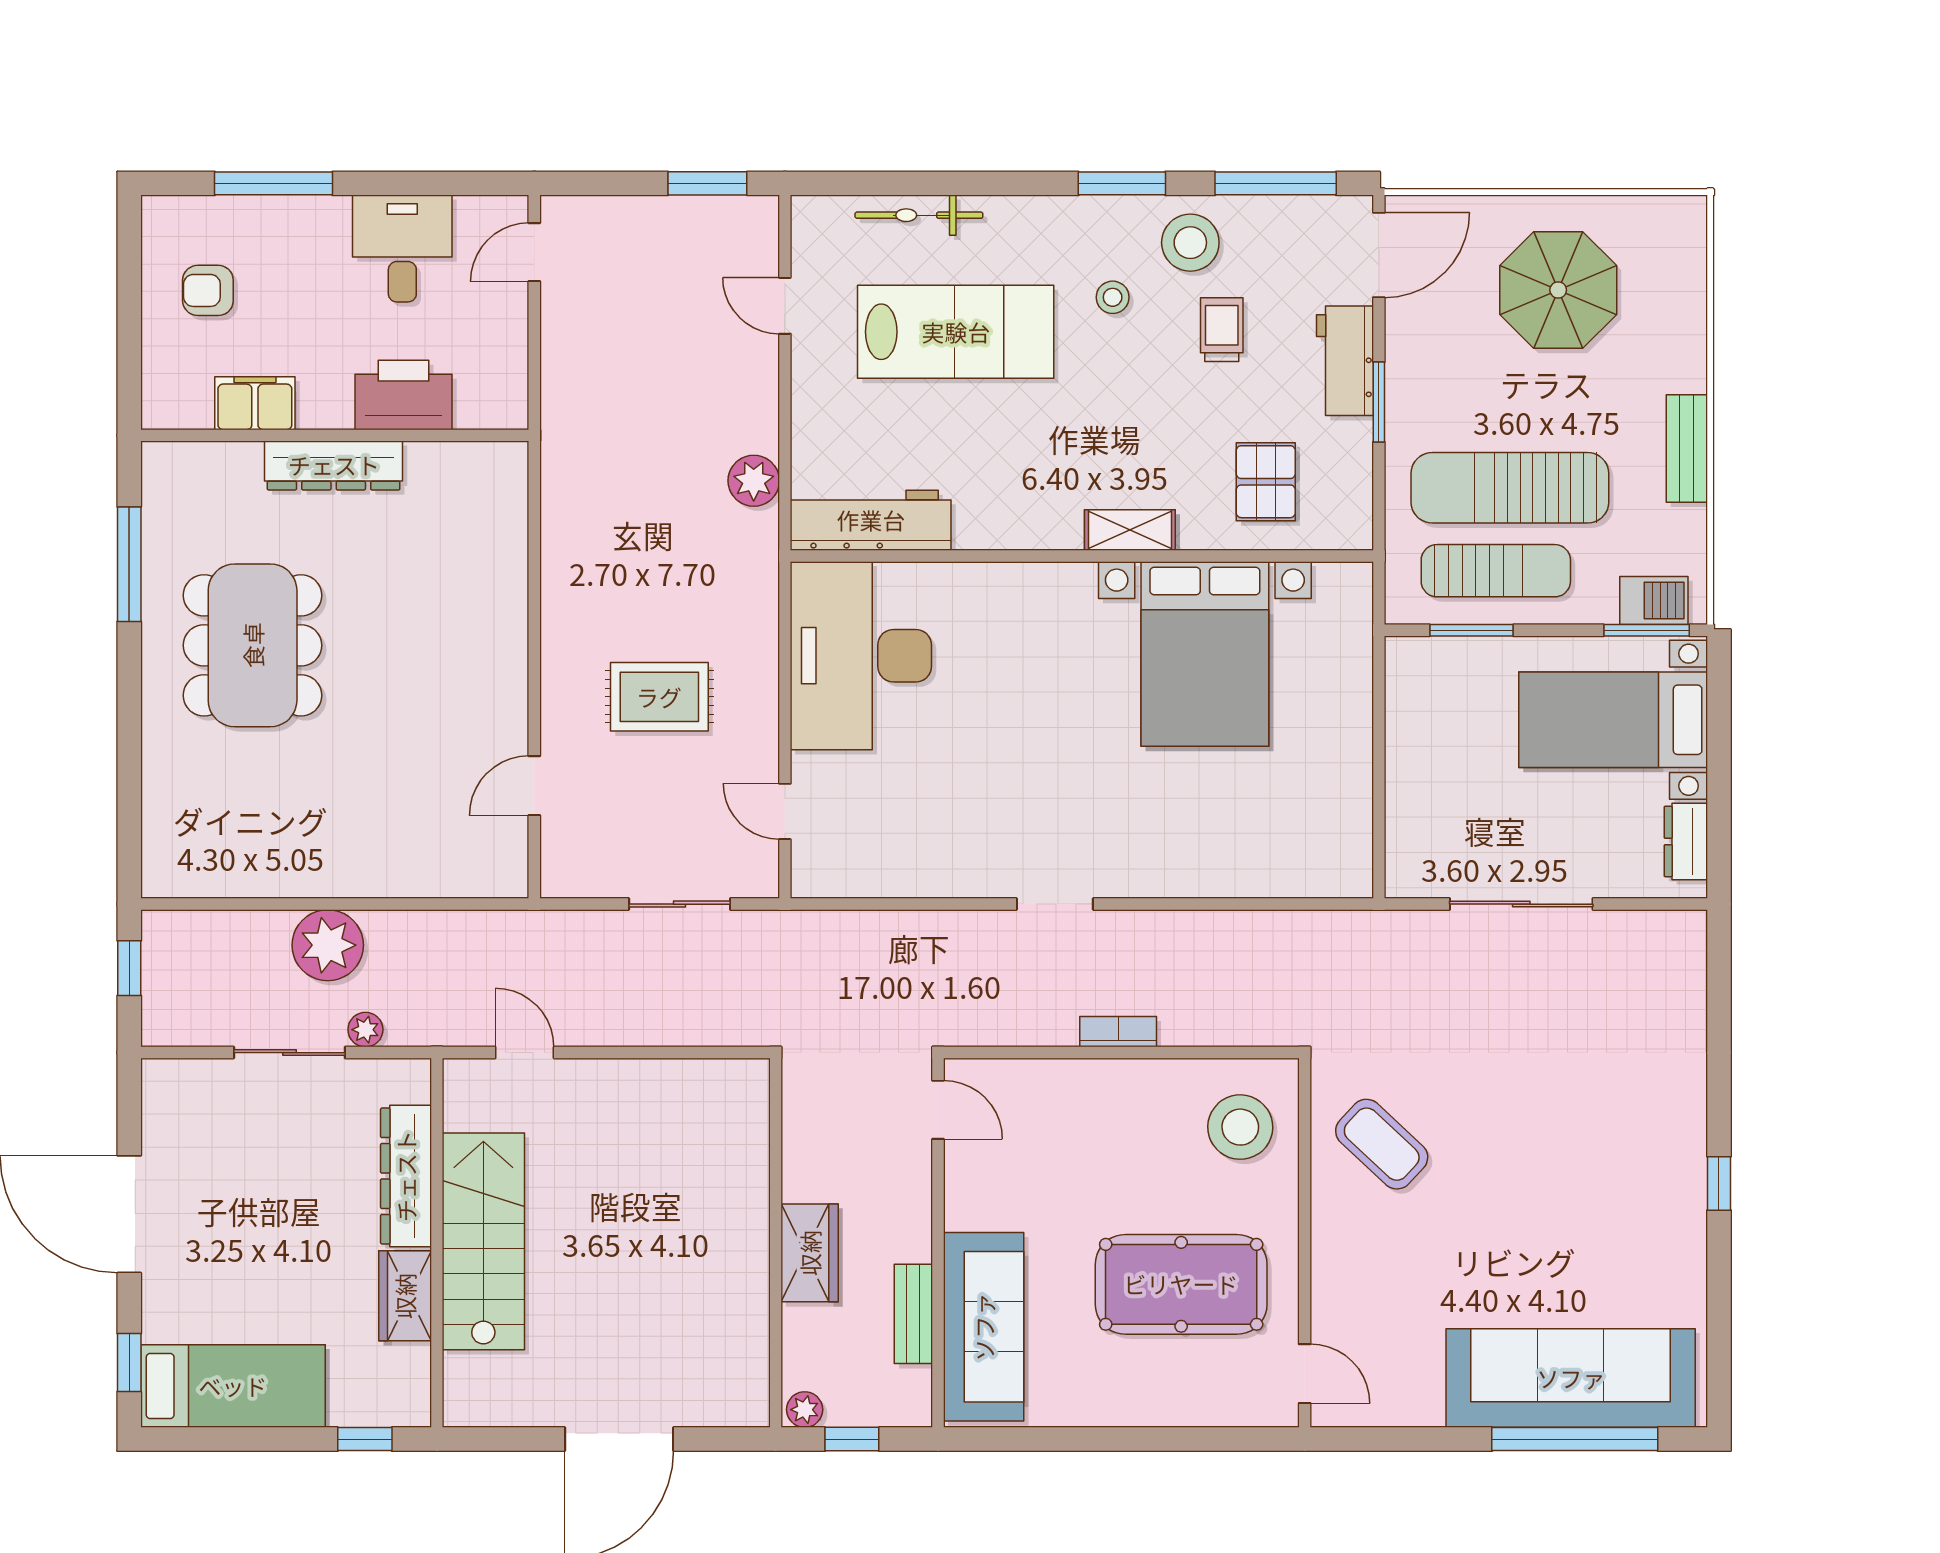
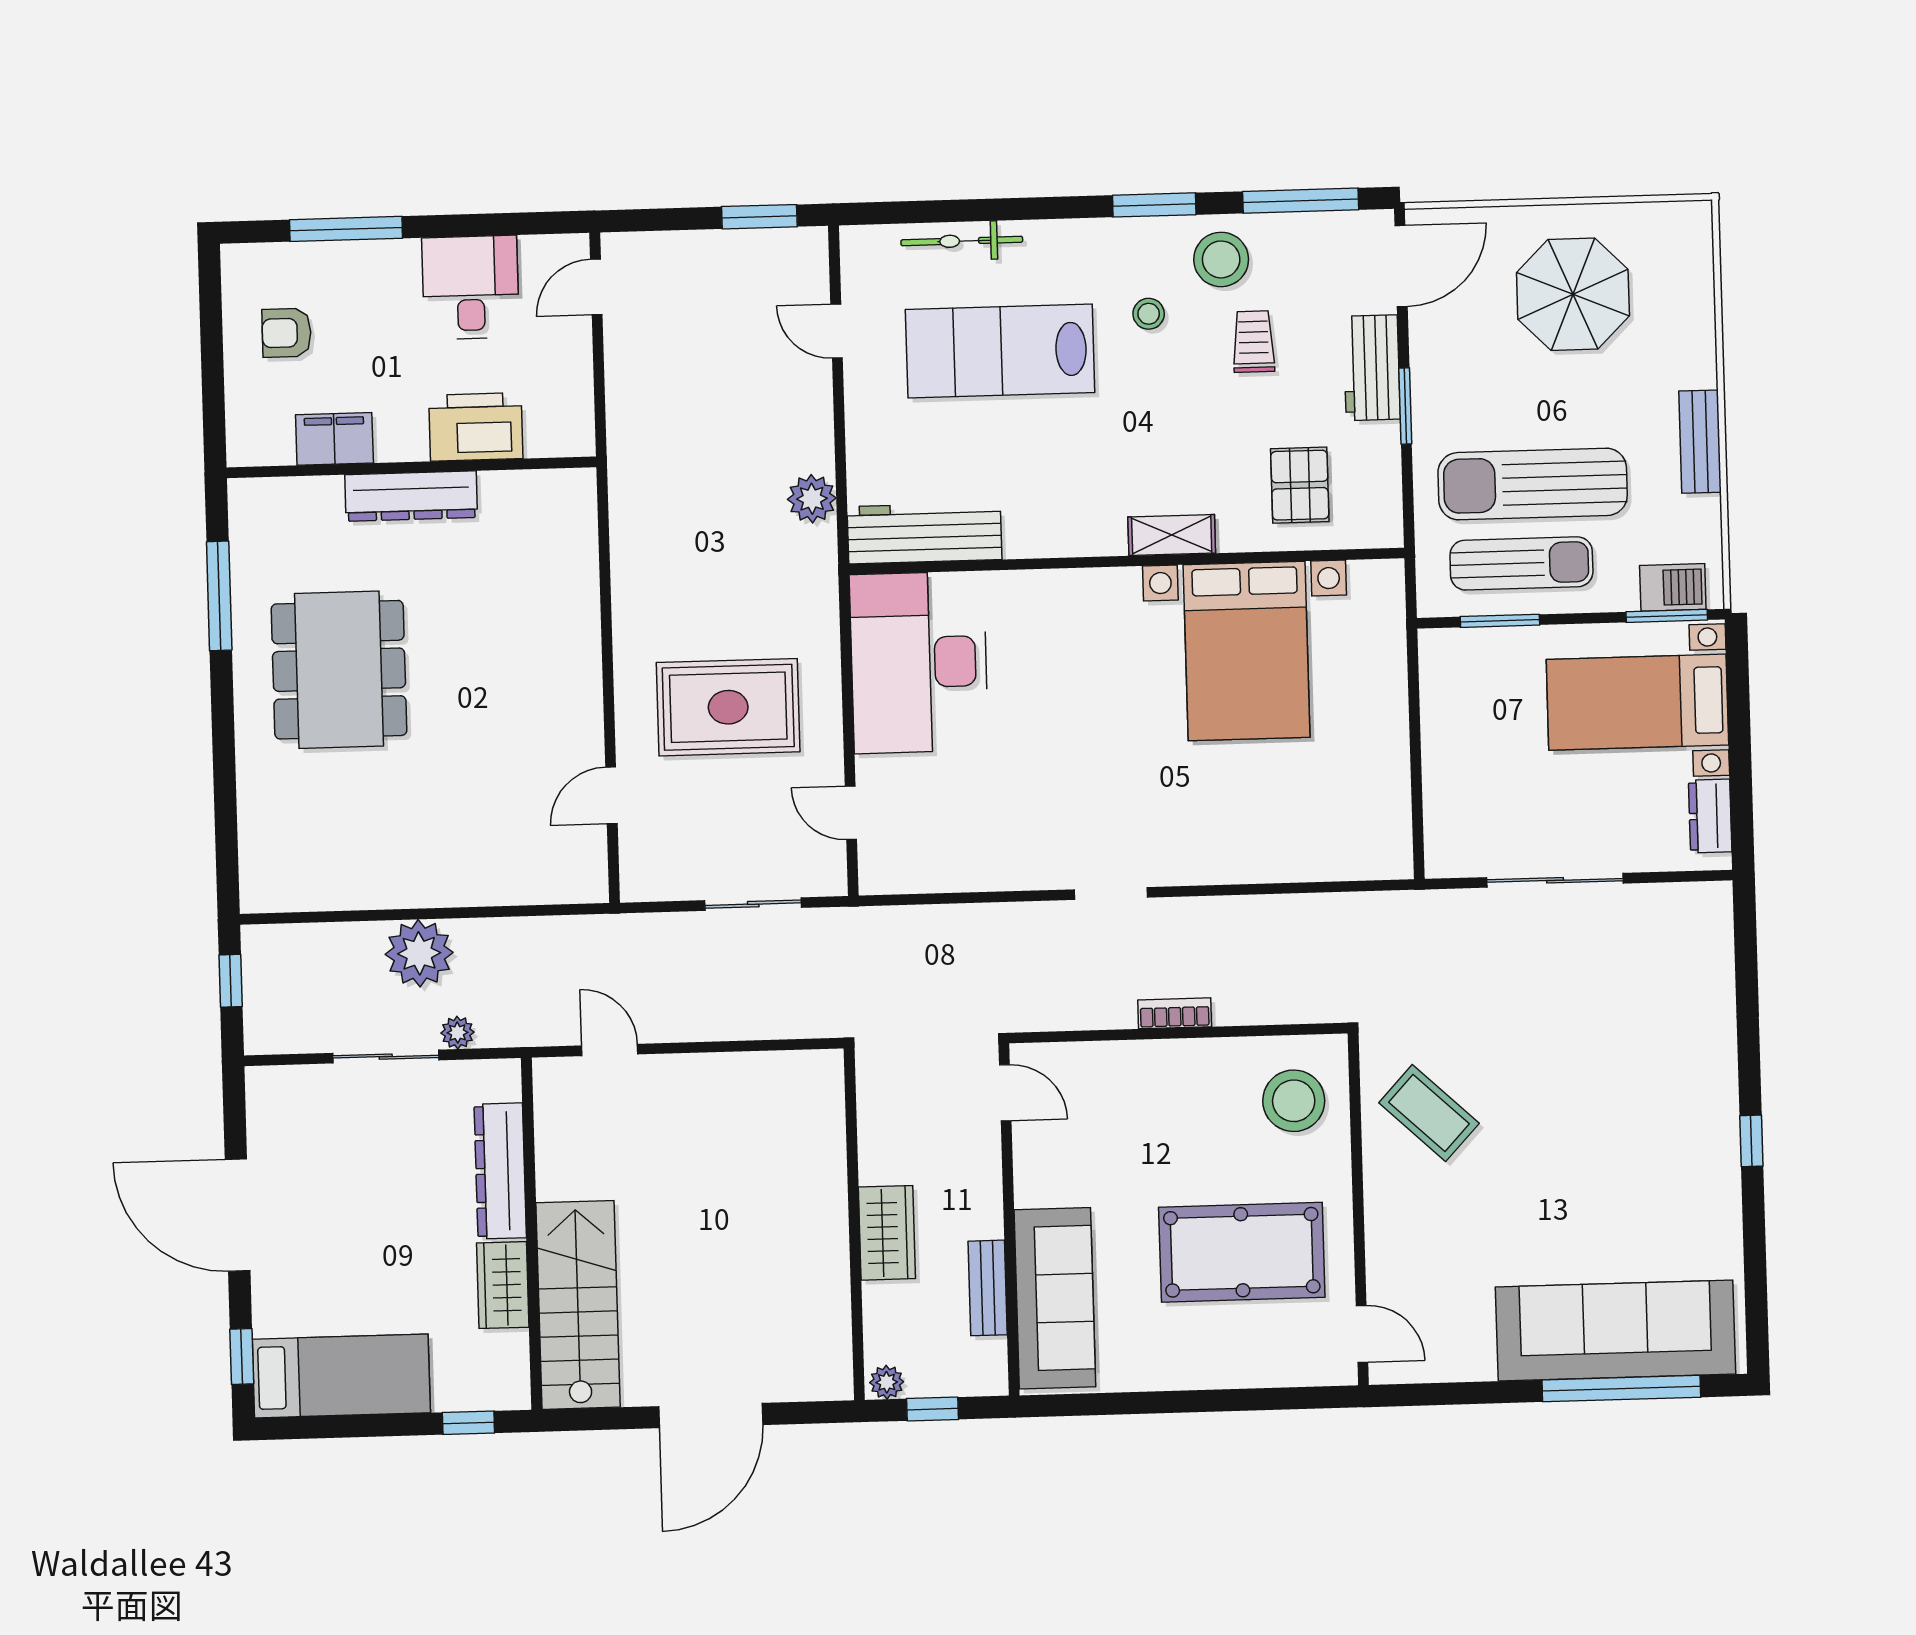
lab bench: (956, 332) -> (1000, 351), turned 180
rug: (659, 697) -> (728, 707), width x1.36, depth x1.43
stairs: (483, 1241) -> (578, 1305), moved

